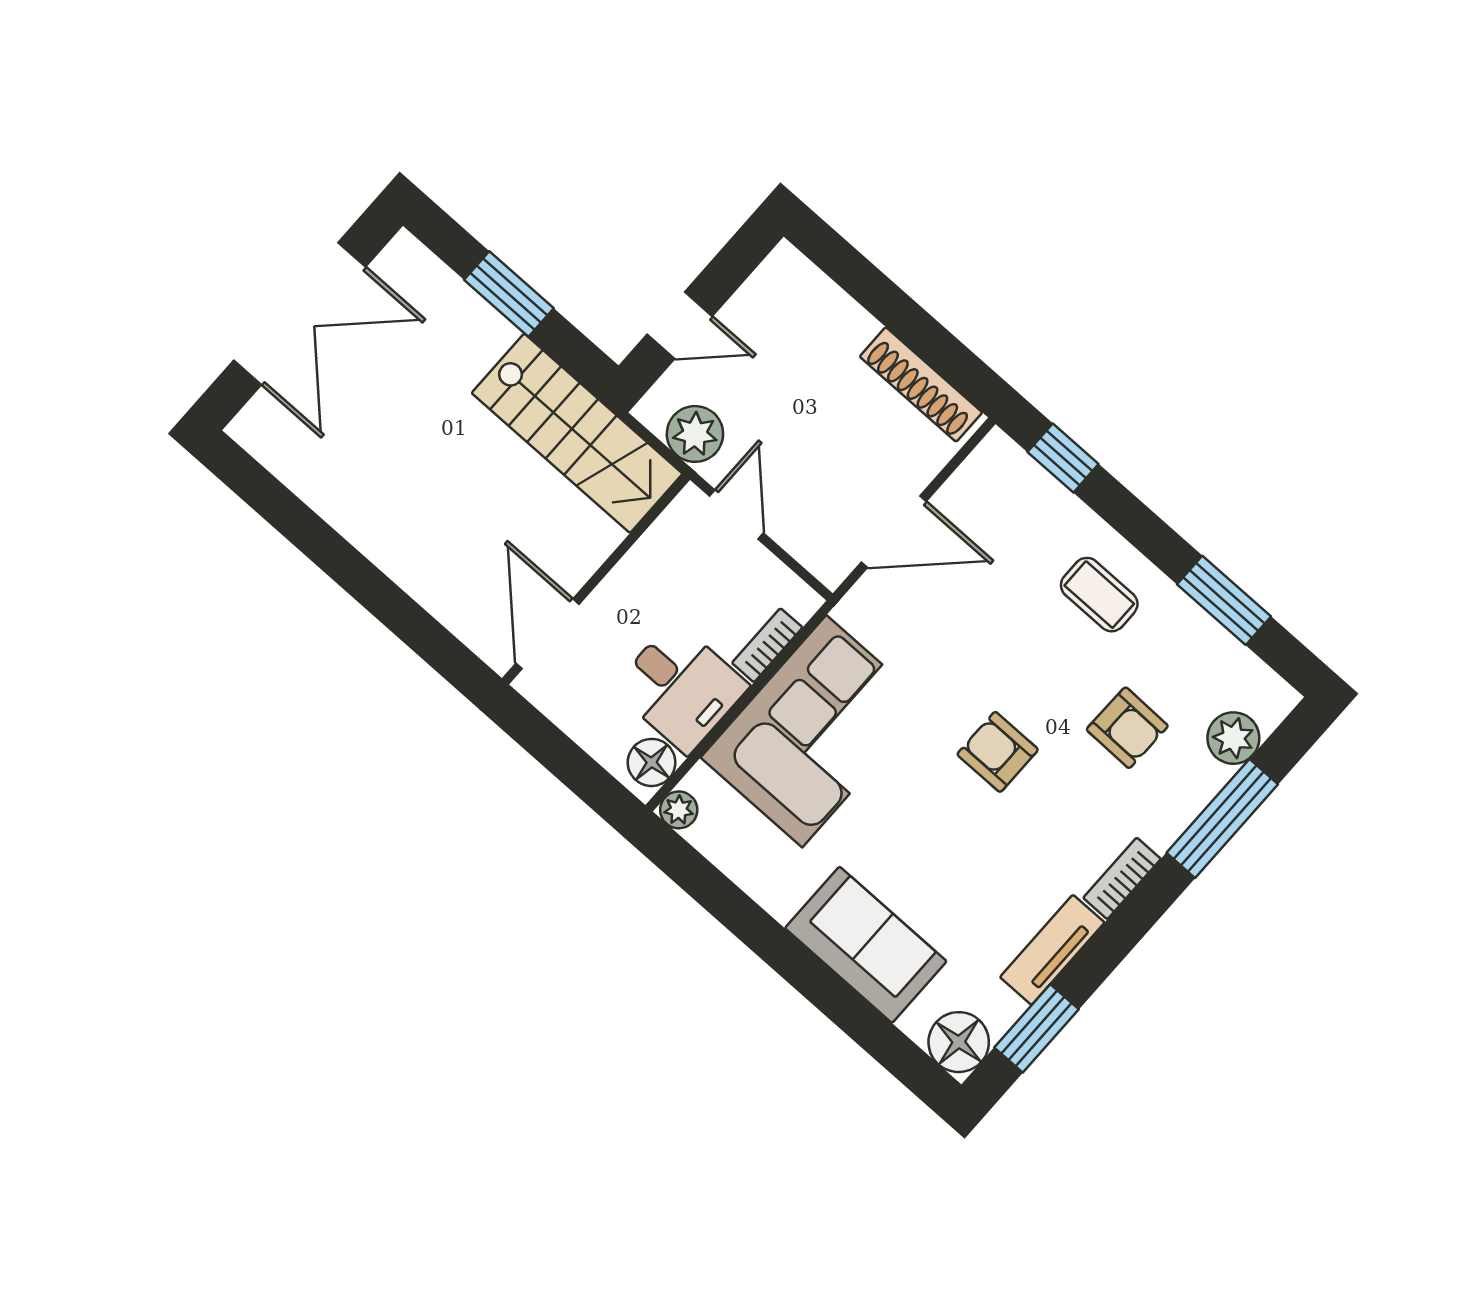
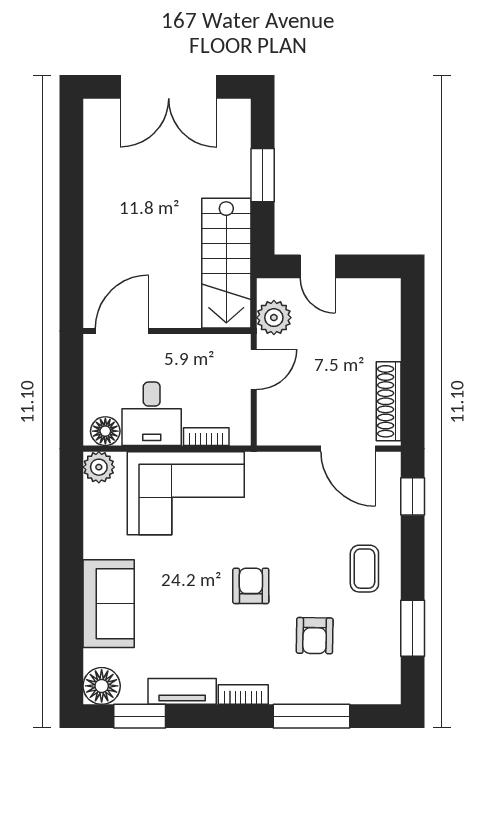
door: (894, 532) -> (348, 449), moved
plant: (1233, 738) -> (353, 689), removed
plant: (679, 810) -> (99, 467), width x1.38, depth x1.38

